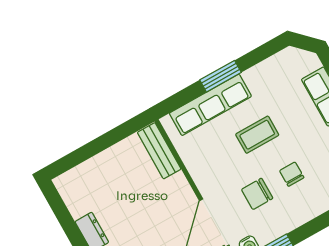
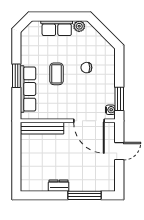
bench: (159, 151) -> (42, 128), width x1.36
chair: (257, 194) -> (87, 91), removed

